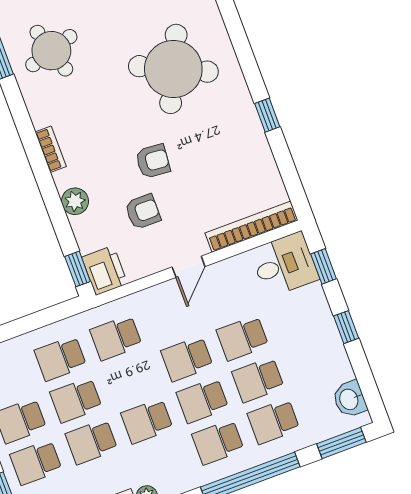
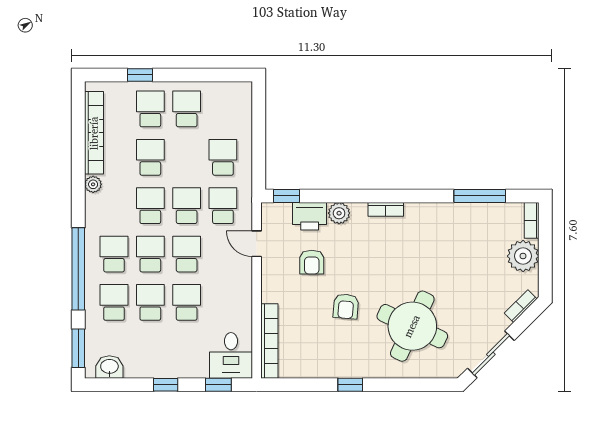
round table: (51, 51) -> (461, 238), removed
armchair: (153, 161) -> (346, 306), moved
door: (189, 267) -> (257, 244), moved
printer: (105, 270) -> (310, 216), moved
school desk: (76, 400) -> (187, 206), moved

